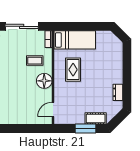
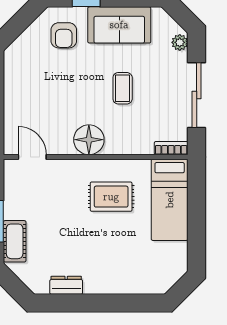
coffee table: (35, 61) -> (123, 88), moved

